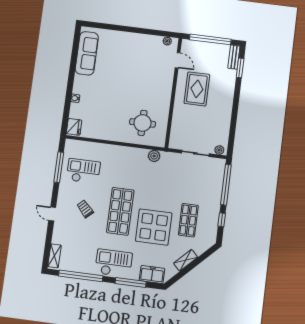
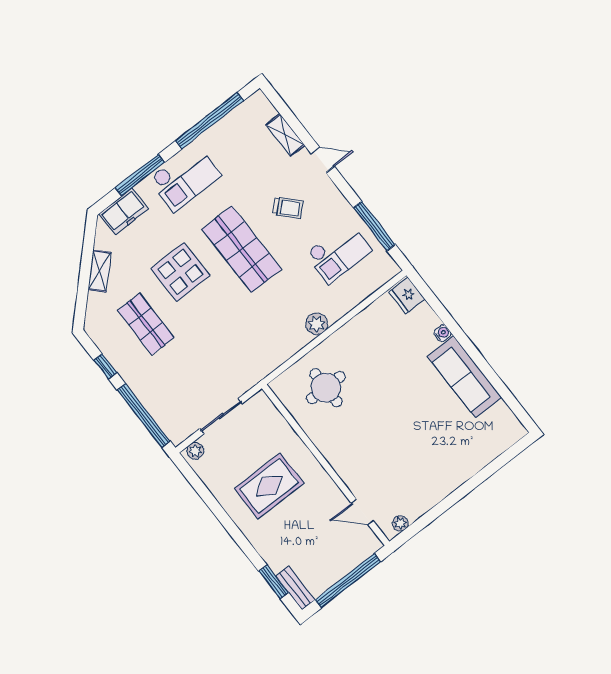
sofa: (87, 53) -> (465, 377), moved
rug: (197, 89) -> (269, 486), moved, turned 90
plant: (154, 156) -> (317, 324), moved
display table: (154, 227) -> (180, 272), width x0.73, depth x0.73
shelving: (54, 256) -> (285, 135), moved

